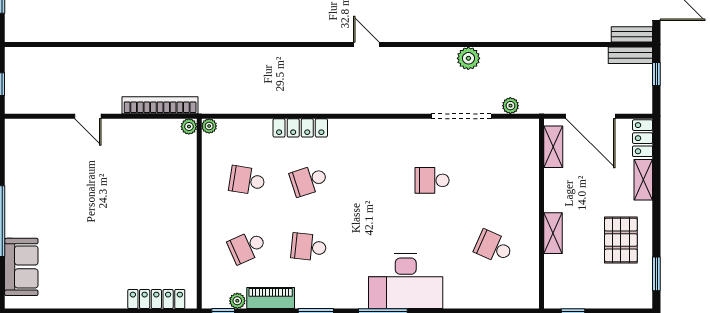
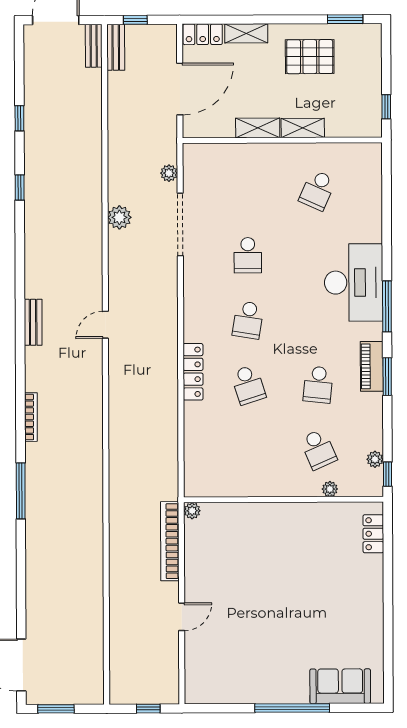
plant: (209, 126) -> (330, 489), moved
locker: (300, 128) -> (193, 372), moved
shelving: (553, 147) -> (258, 128), moved
school desk: (247, 180) -> (248, 320), moved
piano: (271, 298) -> (372, 366), moved
locker: (156, 299) -> (373, 534), width x0.66

